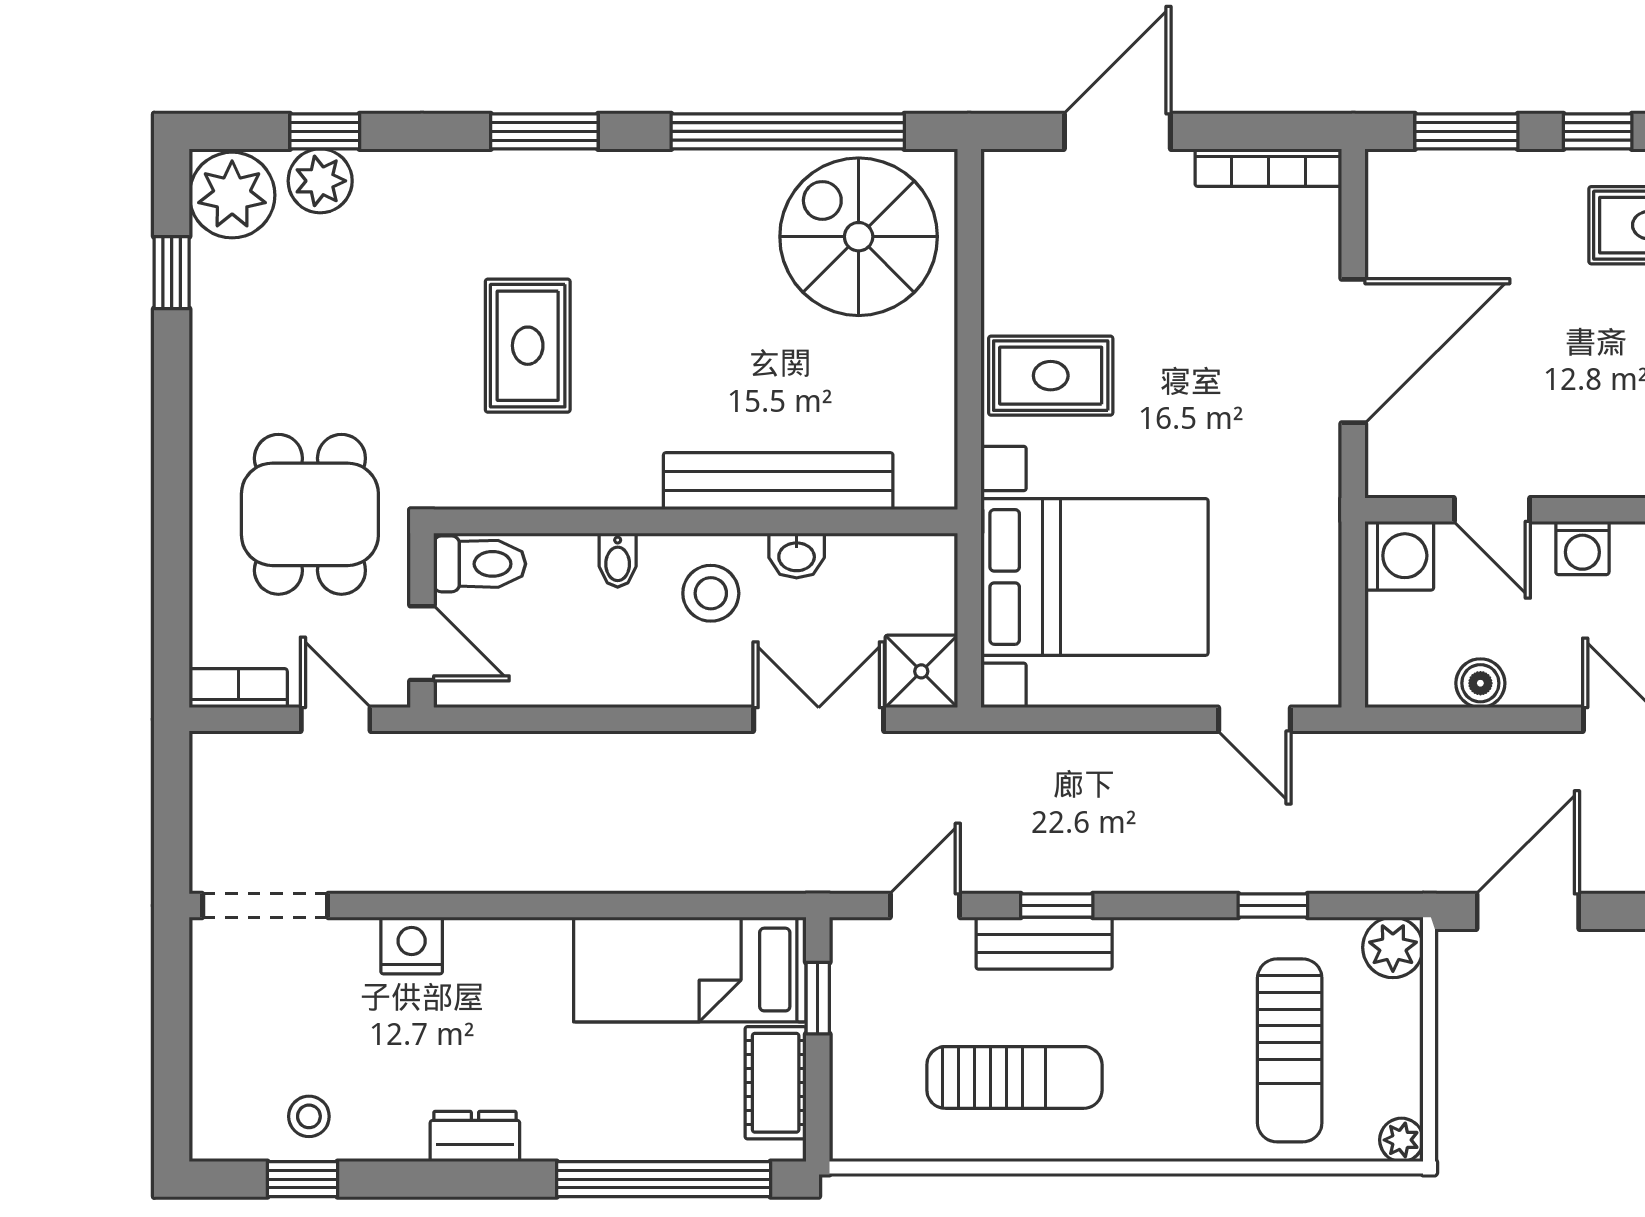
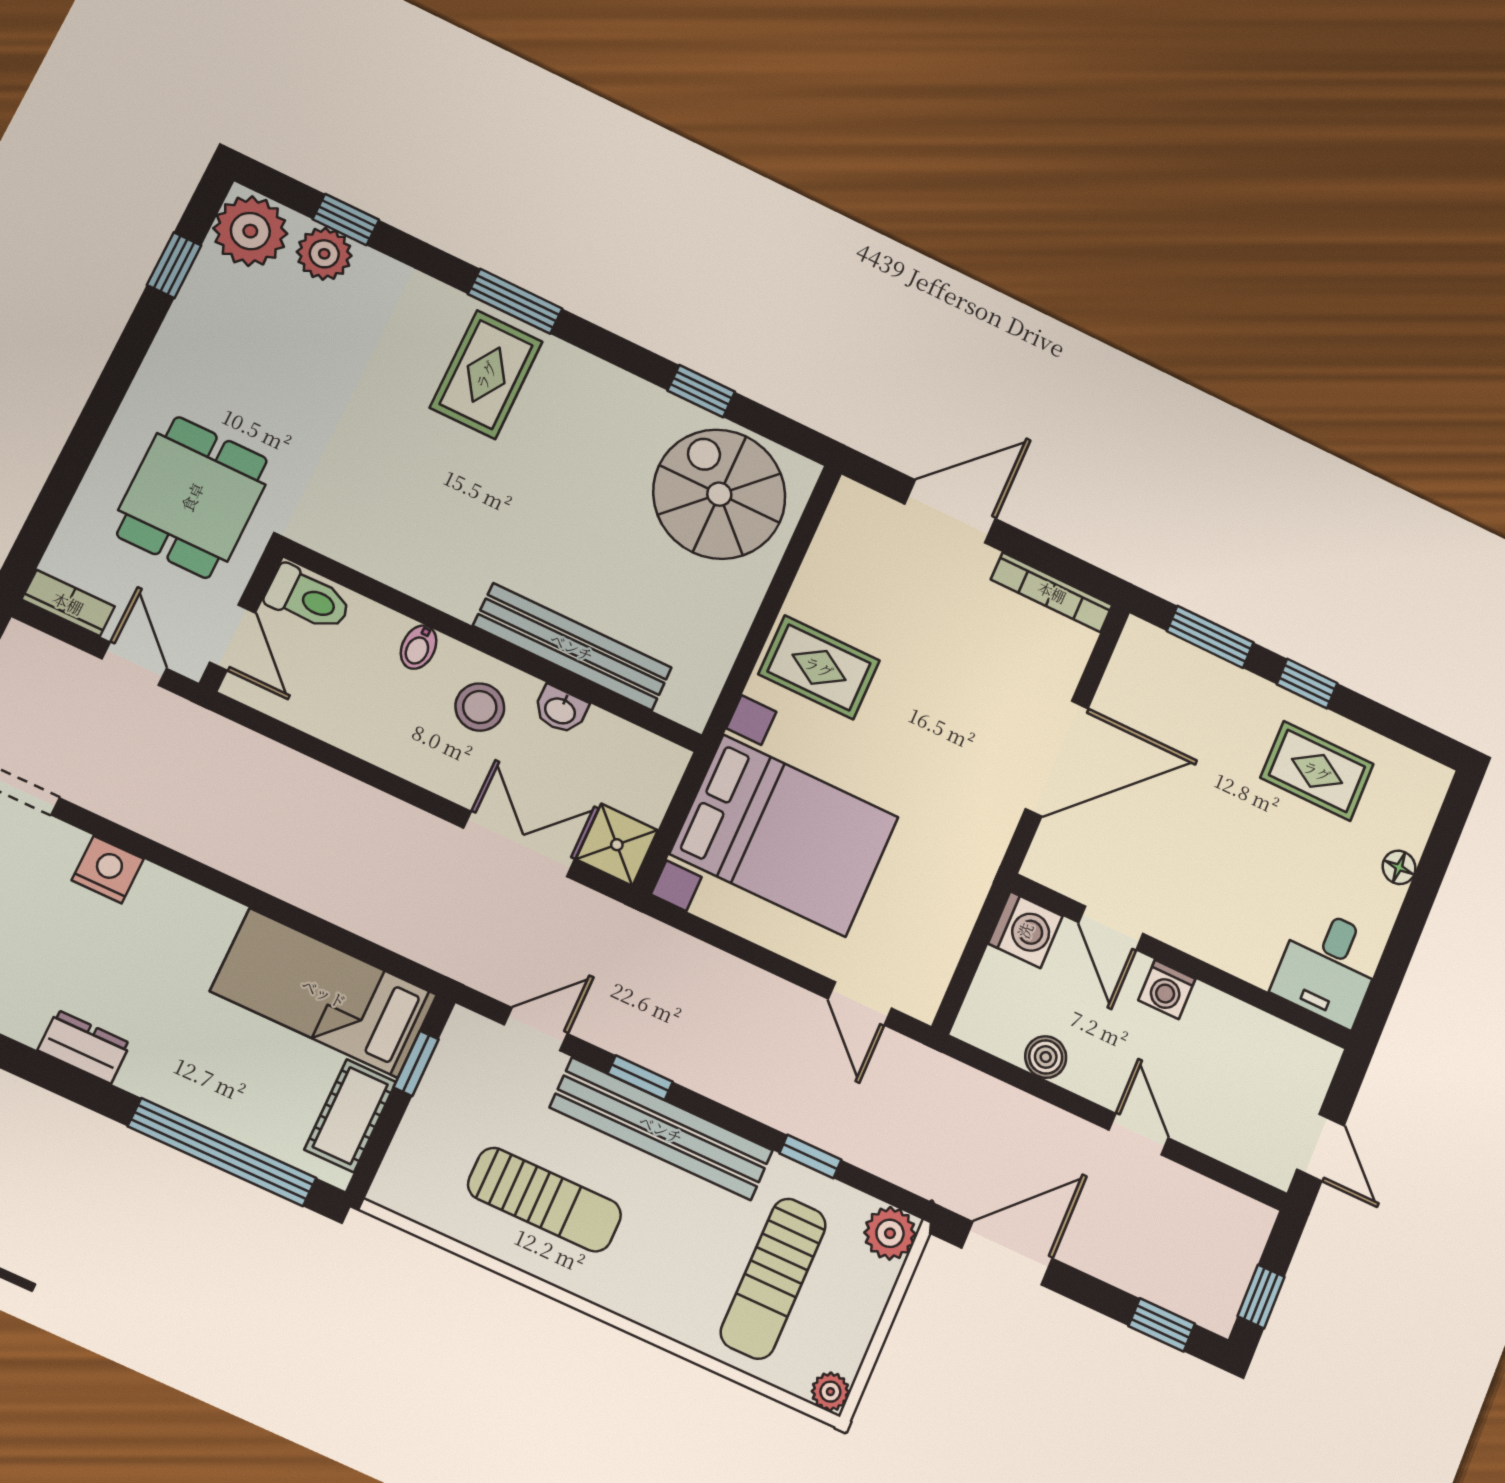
window: (788, 131) -> (701, 391), width x0.32
rug: (528, 346) -> (486, 375), moved
bench: (1044, 943) -> (661, 1129), width x1.86, depth x1.21

